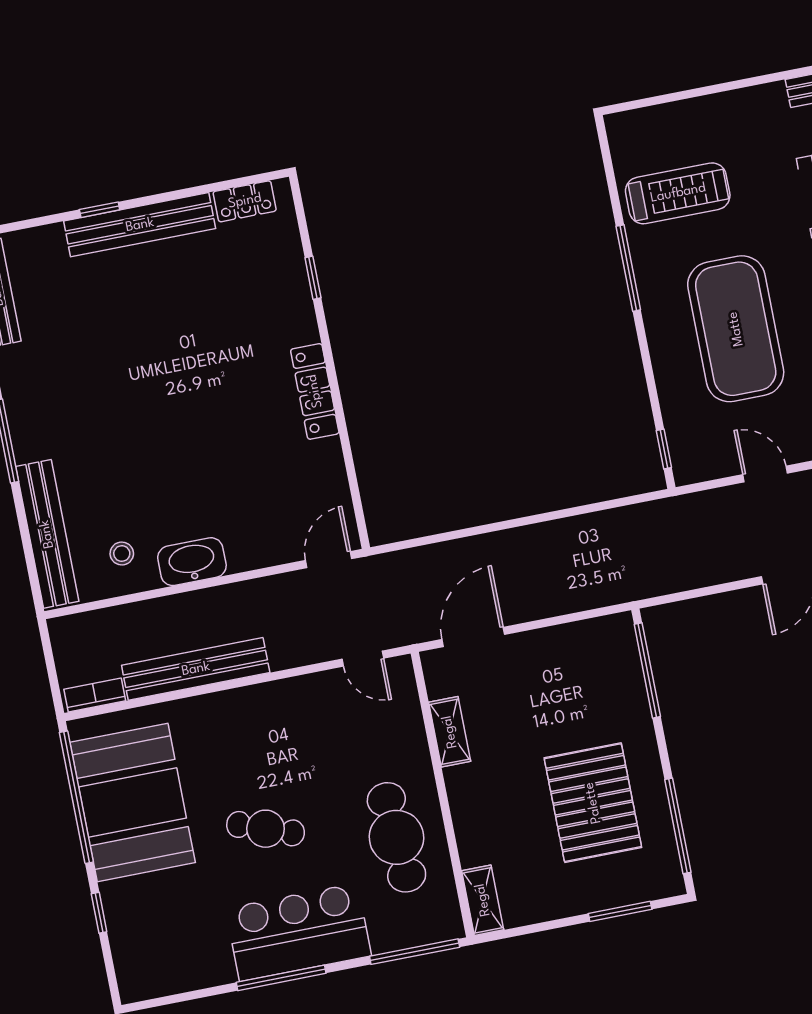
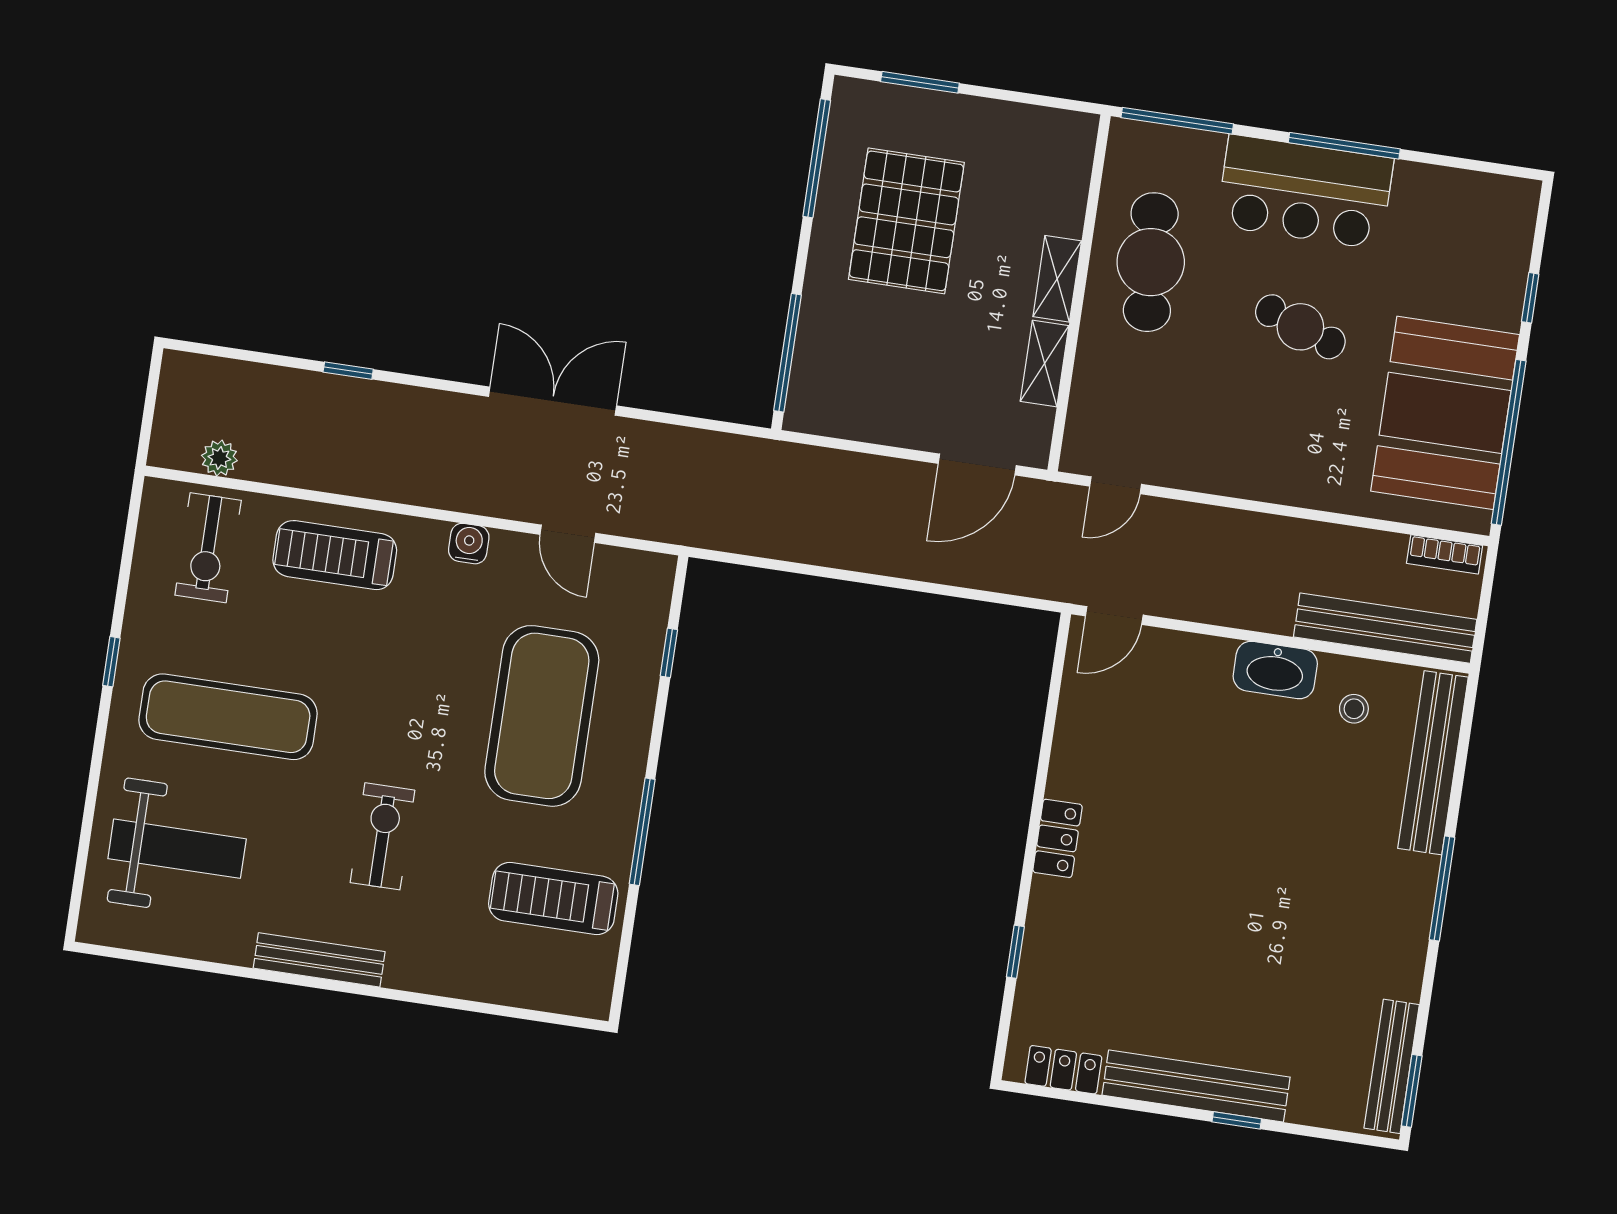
locker: (315, 391) -> (1057, 838), width x0.66
window: (664, 449) -> (669, 653), moved
door: (363, 659) -> (1116, 485), swing flipped
bench: (196, 669) -> (1385, 628), moved
shelving: (483, 900) -> (1057, 279), moved

